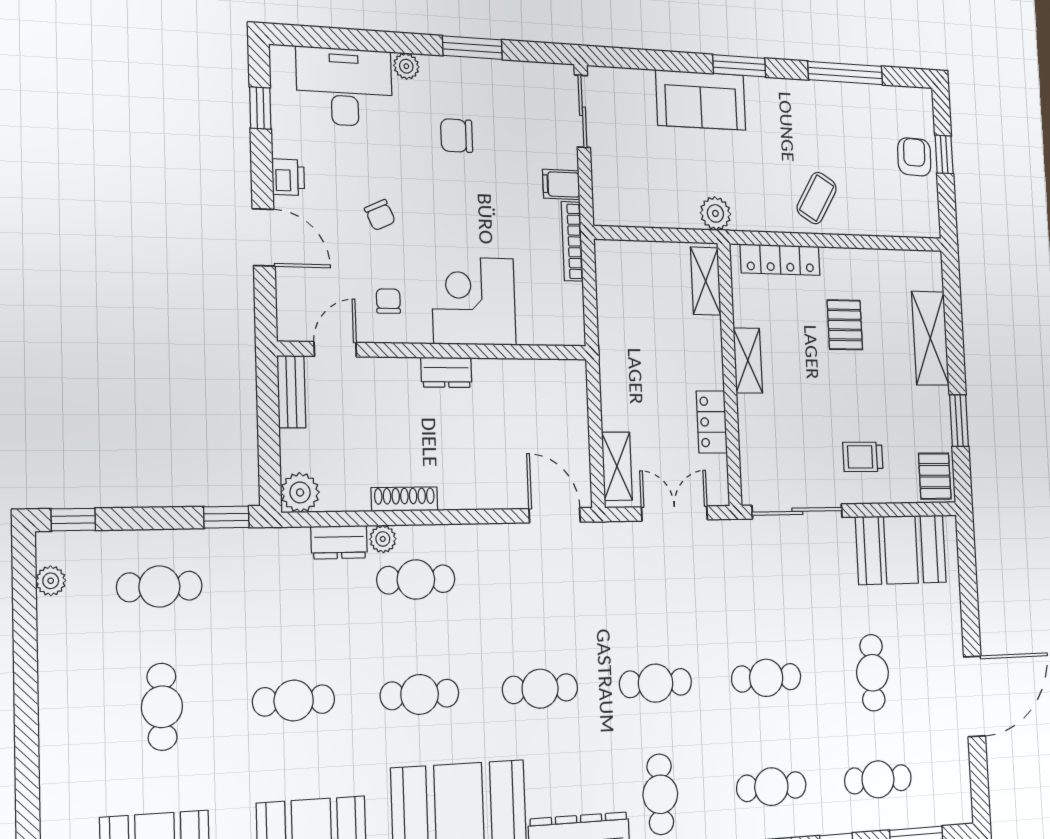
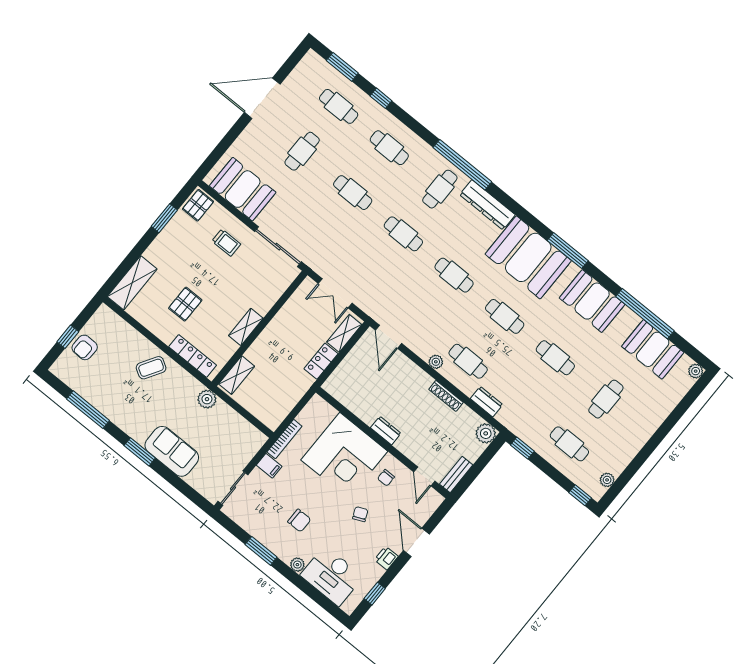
corner desk: (474, 301) -> (344, 456), width x1.36, depth x1.36
shelving: (930, 338) -> (132, 283), moved
door: (335, 349) -> (424, 476), hinge flipped
locker: (712, 422) -> (321, 361), moved, turned 180
plant: (383, 539) -> (436, 362), moved

